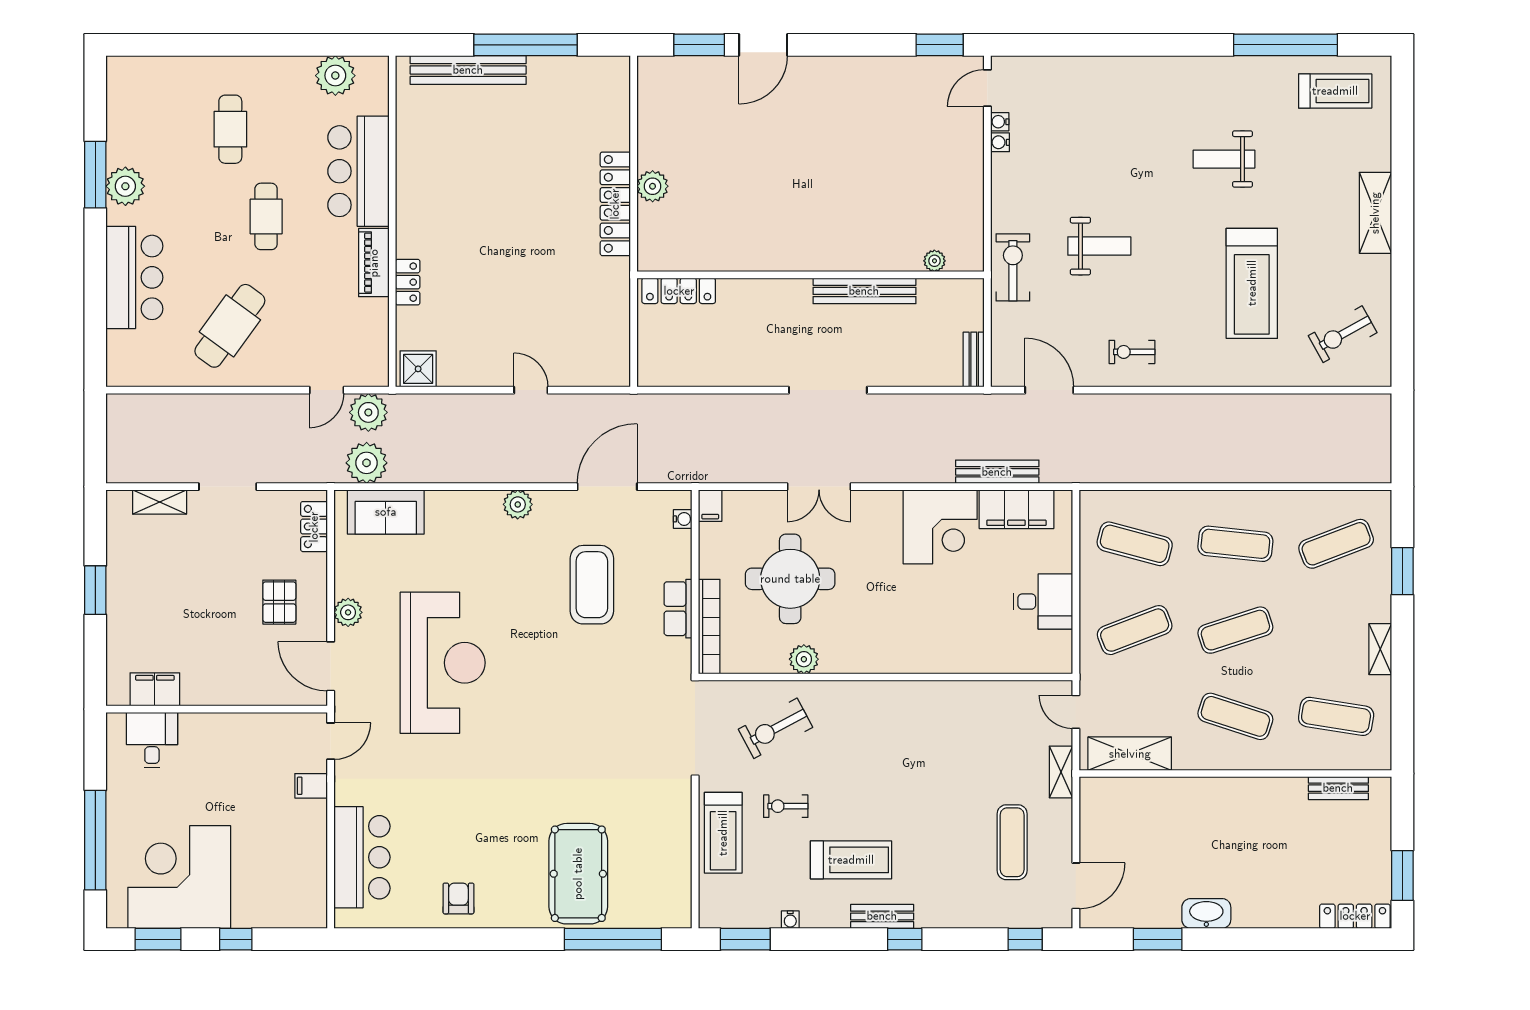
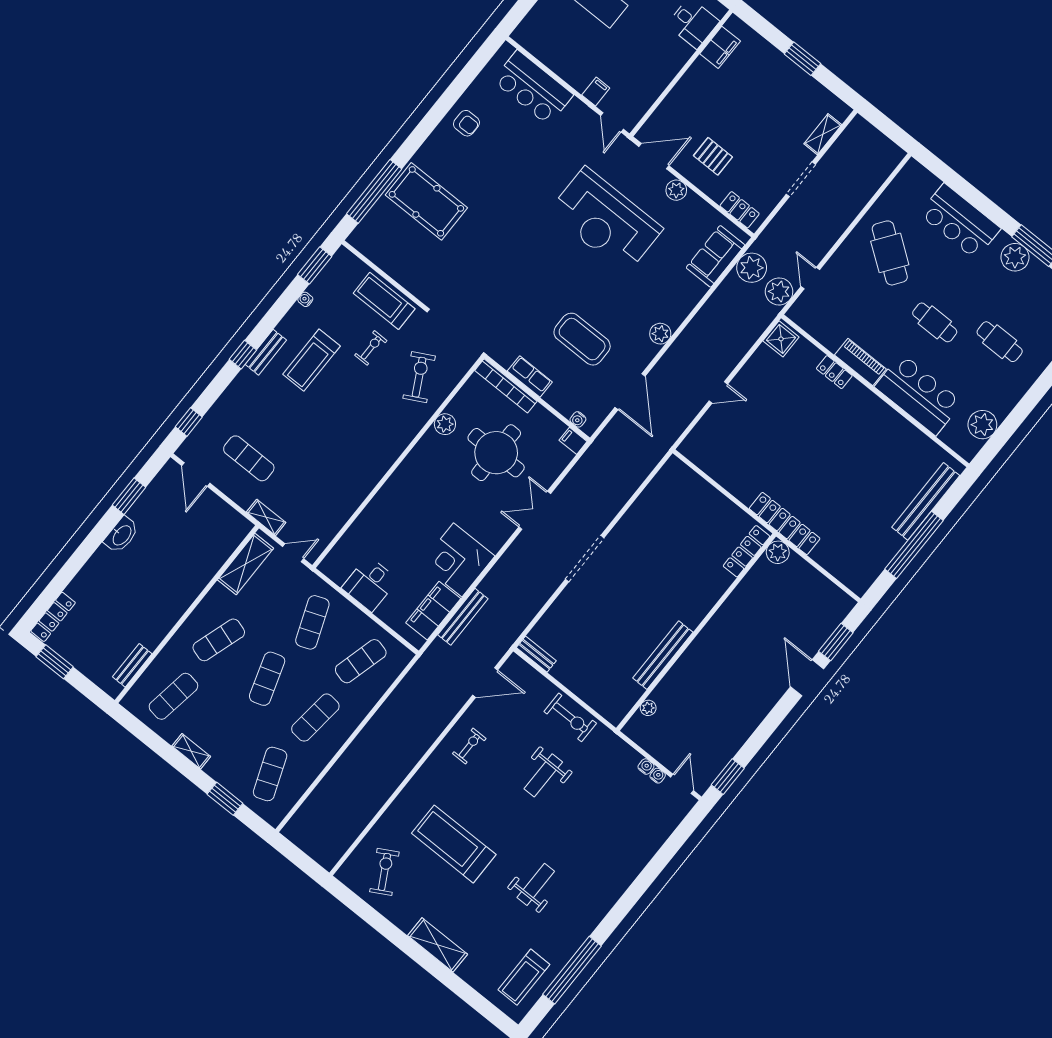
plant: (934, 261) -> (648, 708), moved
wall: (810, 275) -> (696, 632), moved
locker: (679, 291) -> (746, 551), moved
bench: (864, 291) -> (663, 655), moved

